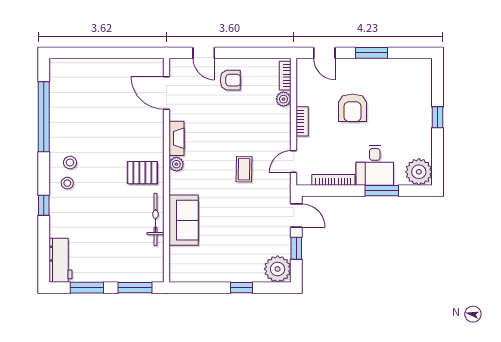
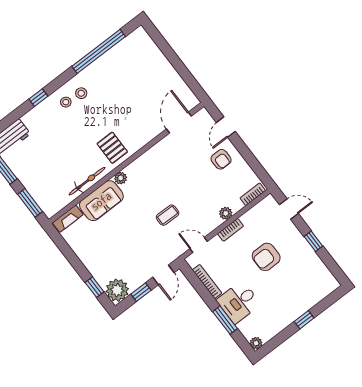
door: (324, 53) -> (289, 209), swing flipped
window: (372, 53) -> (313, 241), width x0.67
plant: (283, 99) -> (226, 213), moved
fireplace: (176, 138) -> (68, 219), moved
plant: (176, 164) -> (121, 178), moved
plant: (419, 172) -> (256, 343), width x0.53, depth x0.53
window: (242, 288) -> (95, 287), moved

